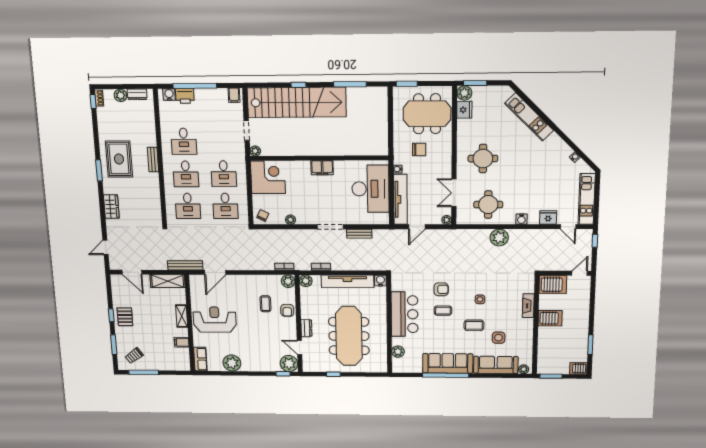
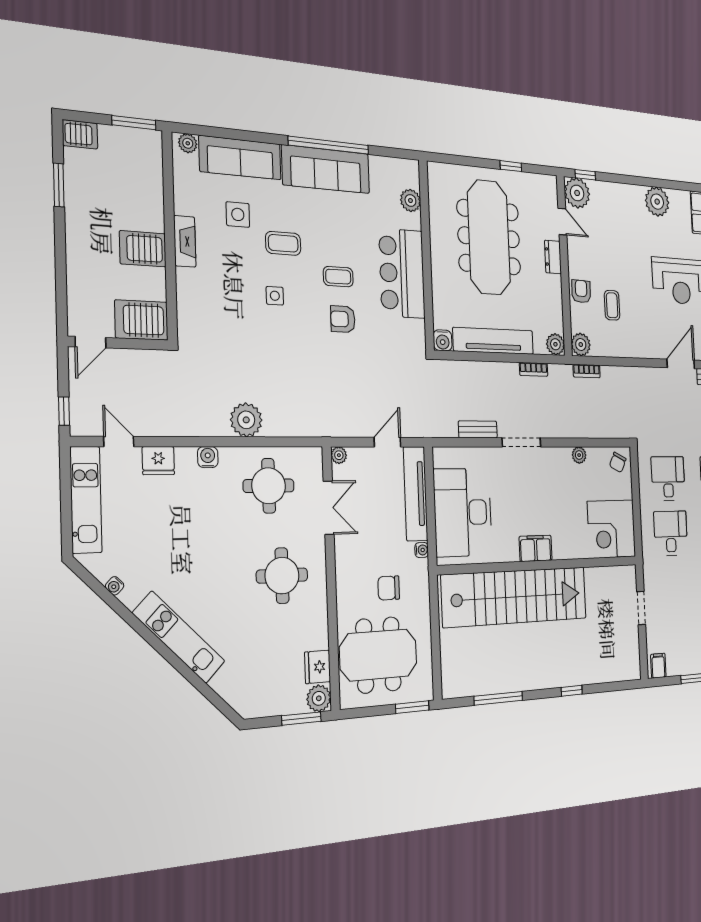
stairs: (297, 102) -> (515, 597), moved, turned 180
kitchen unit: (529, 117) -> (179, 637), moved
plant: (255, 151) -> (629, 574), removed
fireplace: (528, 306) -> (185, 241), moved

